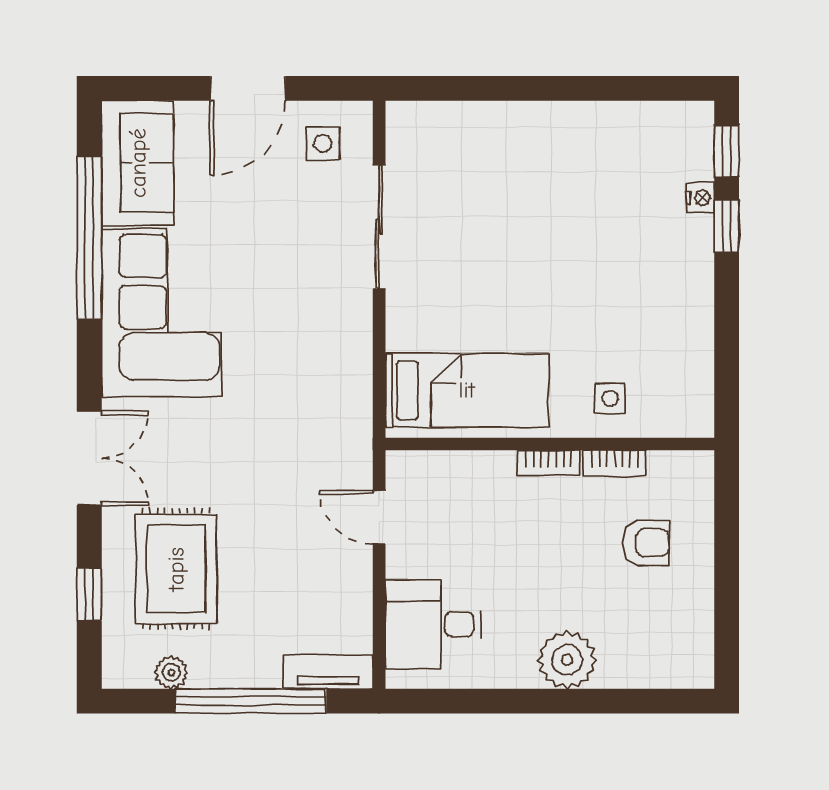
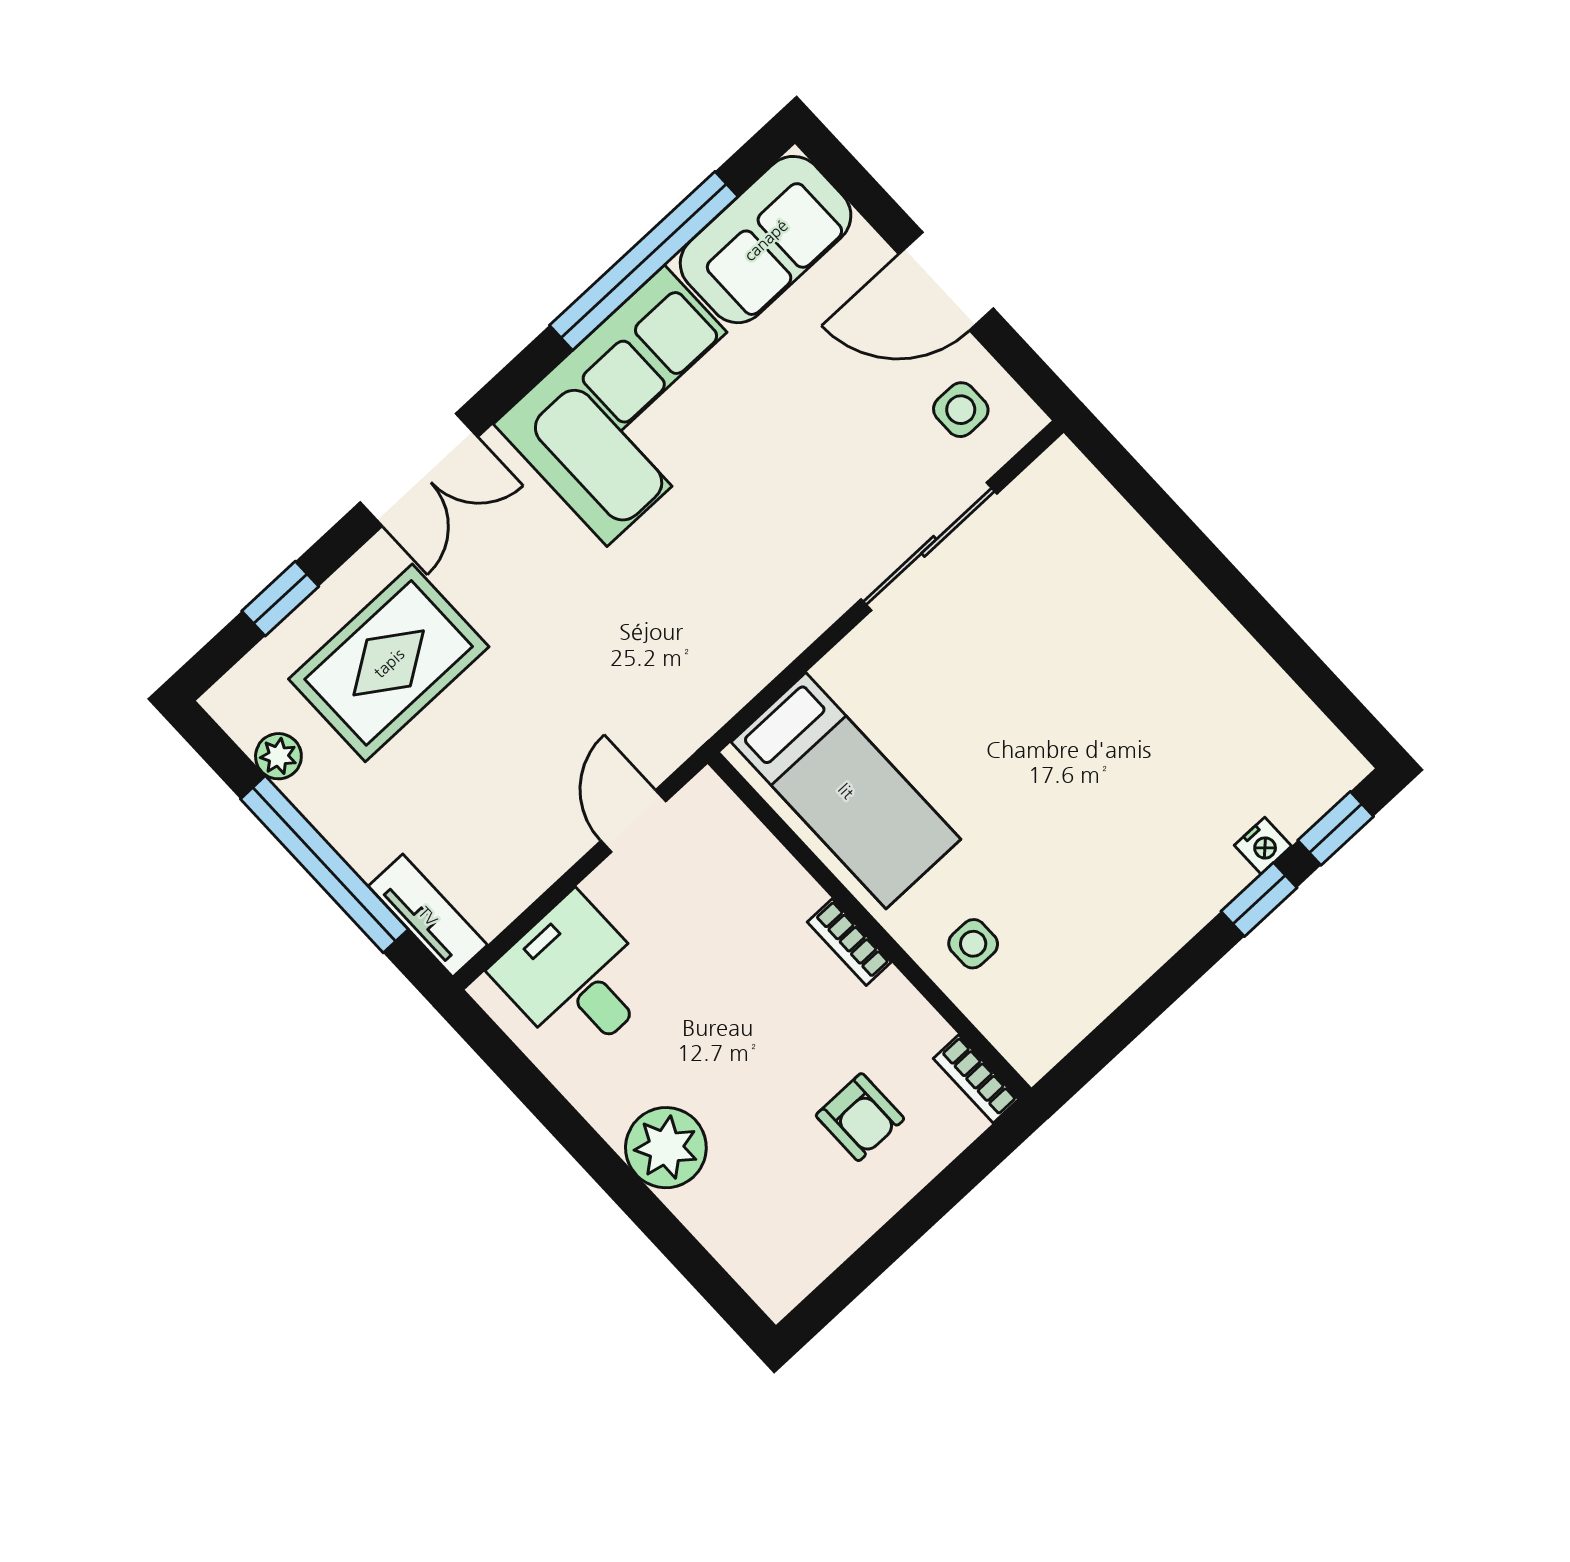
bookcase: (615, 463) -> (976, 1079), moved

